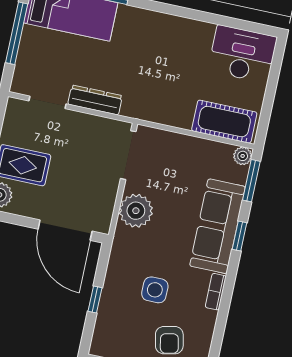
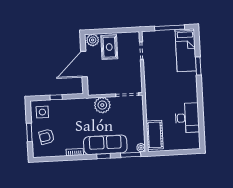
desk: (242, 54) -> (187, 118), moved
dresser: (95, 100) -> (148, 72), removed
door: (65, 230) -> (84, 64), moved
side table: (155, 290) -> (42, 112), moved

